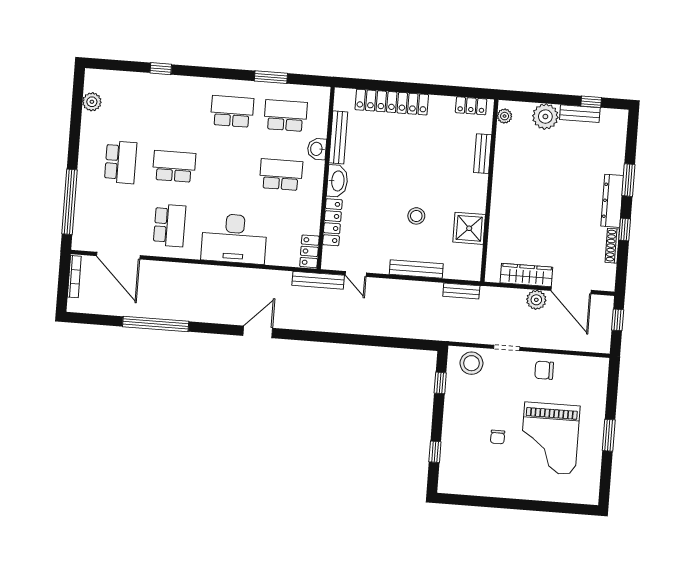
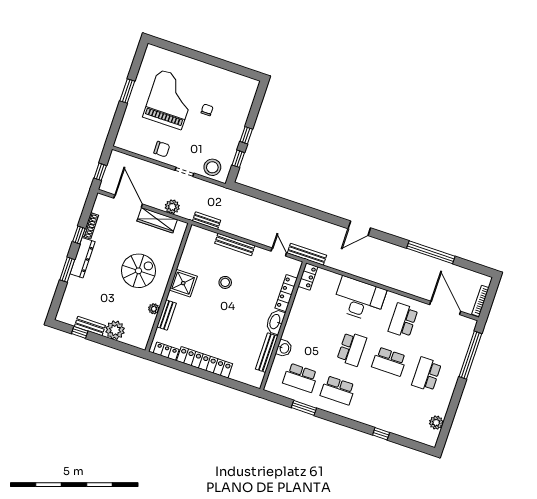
locker: (392, 102) -> (205, 362), moved
plant: (505, 116) -> (154, 309), moved
school desk: (281, 175) -> (352, 349), moved, turned -90
spiral stairs: (534, 202) -> (138, 271), added
shower: (469, 228) -> (183, 283), moved
plant: (536, 300) -> (172, 207), moved
window: (435, 452) -> (246, 135), moved

